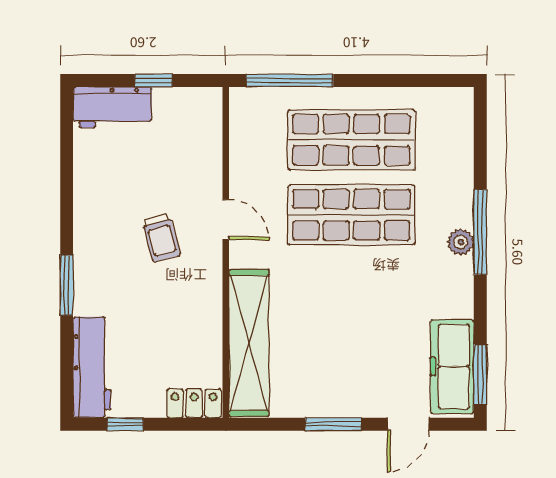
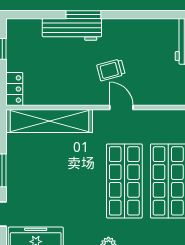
door: (226, 220) -> (121, 108), swing flipped
workbench: (92, 367) -> (72, 29), moved

